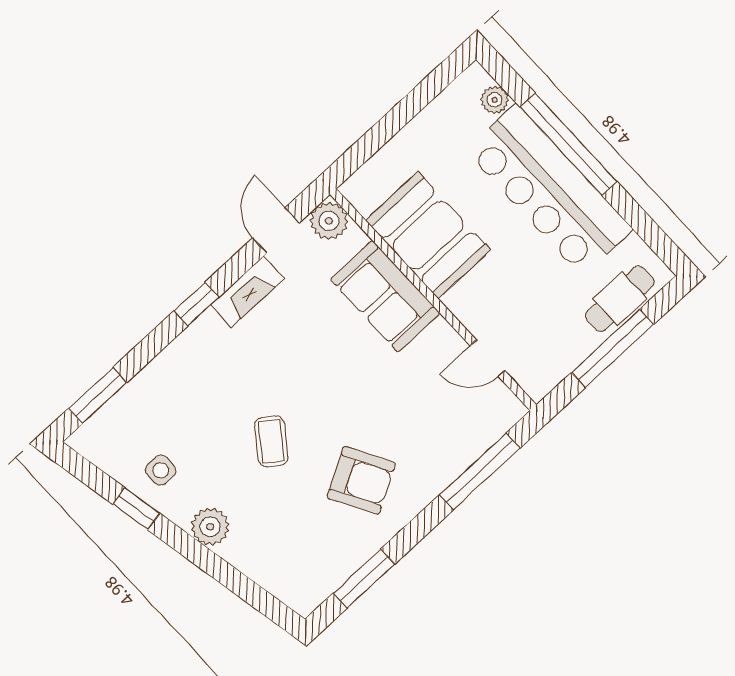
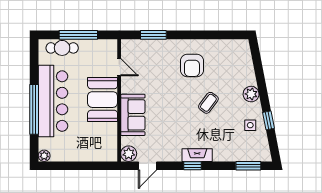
plant: (495, 100) -> (44, 156), moved
booth: (428, 235) -> (103, 100), moved
fireplace: (247, 292) -> (197, 155), moved
window: (480, 471) -> (153, 35), width x0.69
armchair: (361, 480) -> (192, 66), turned -151
window: (364, 579) -> (219, 35), removed

